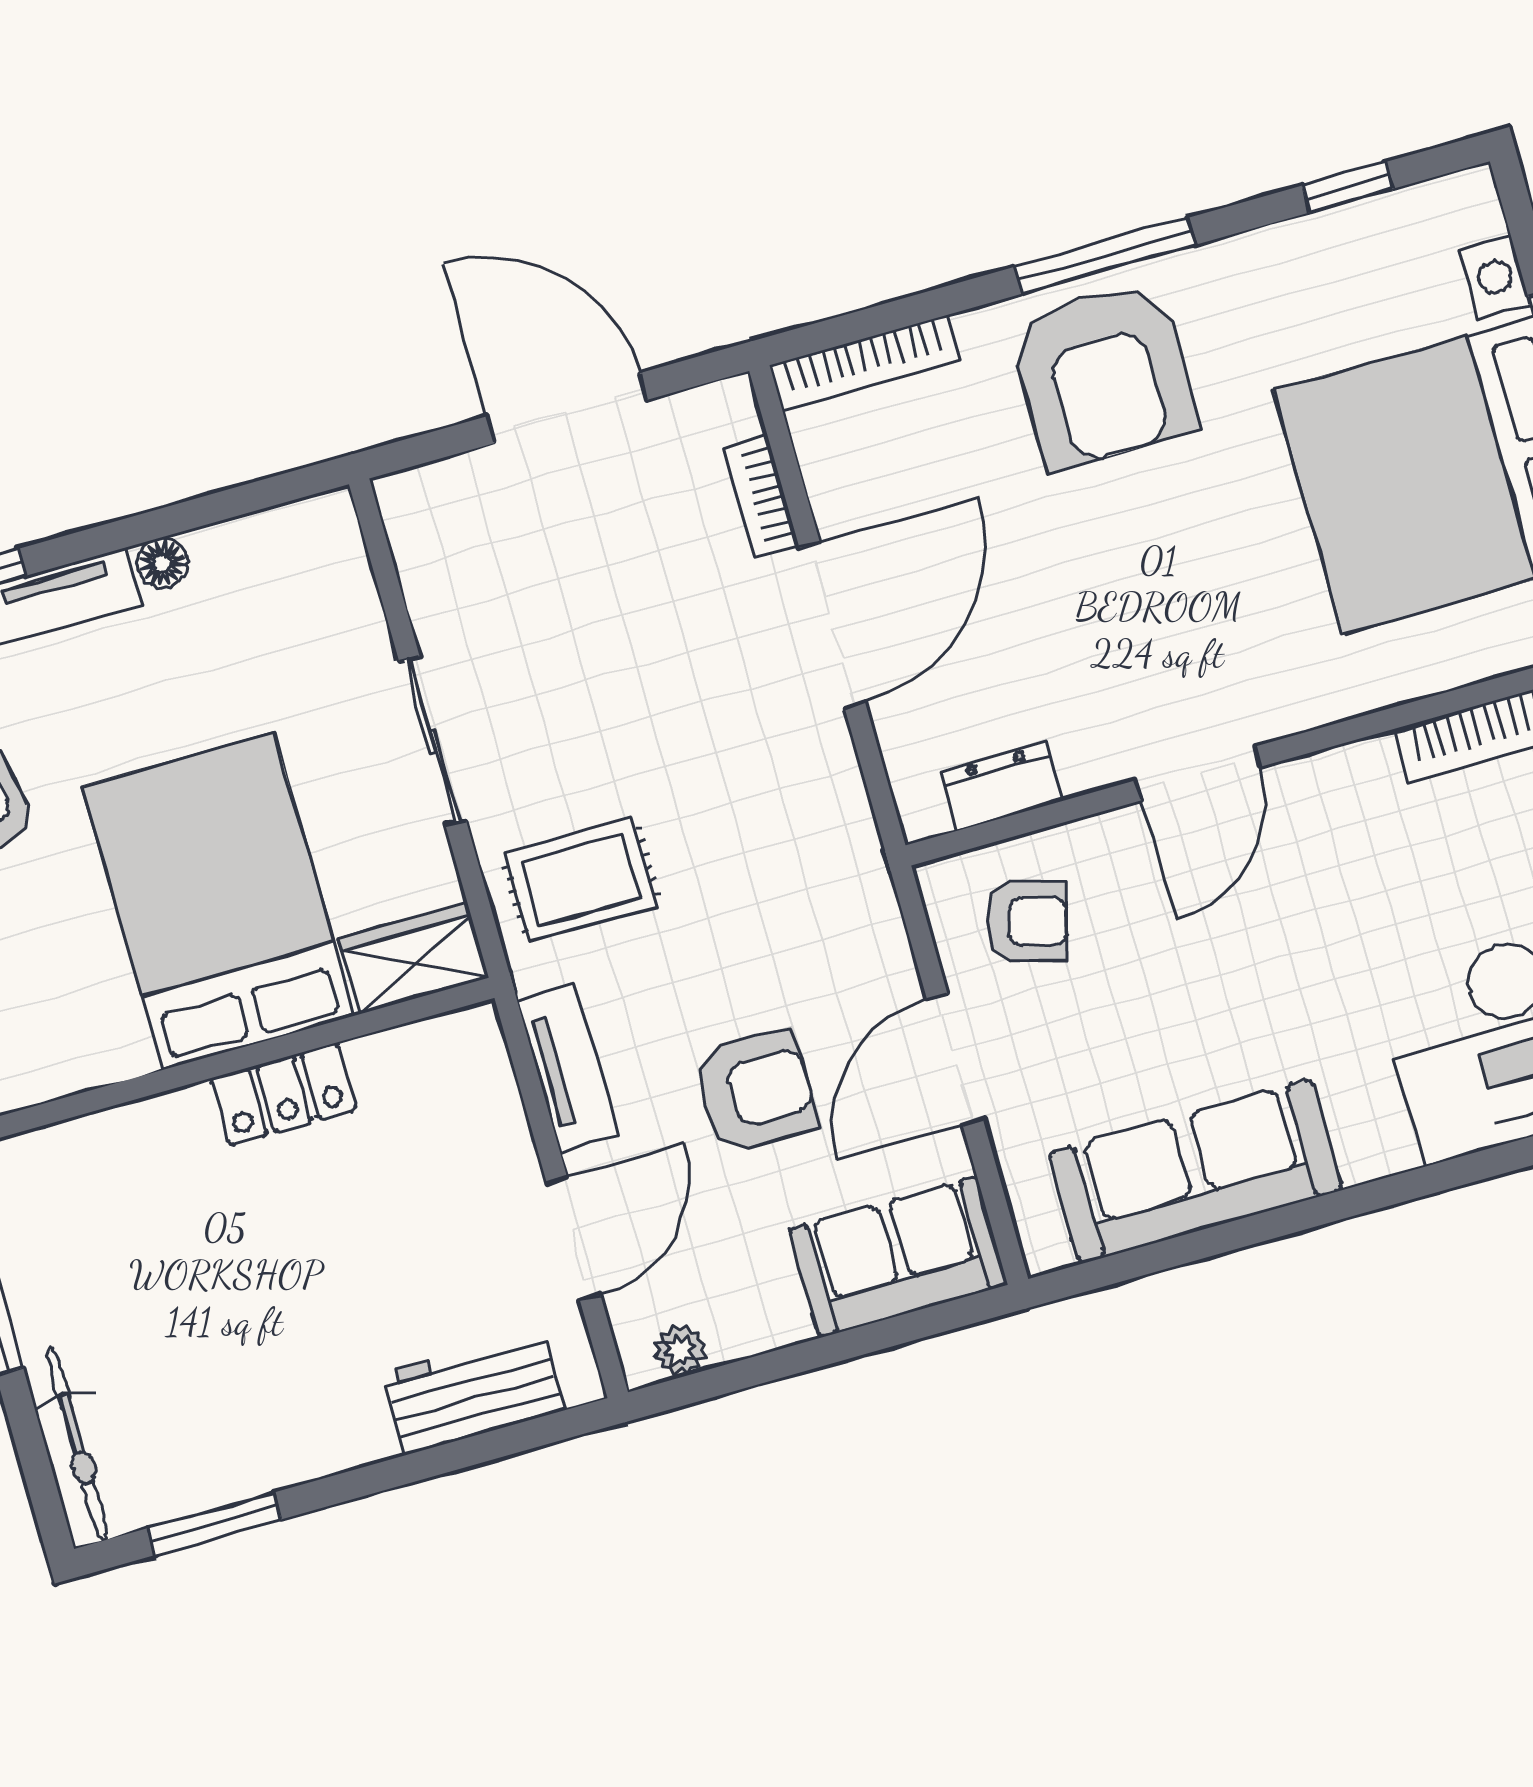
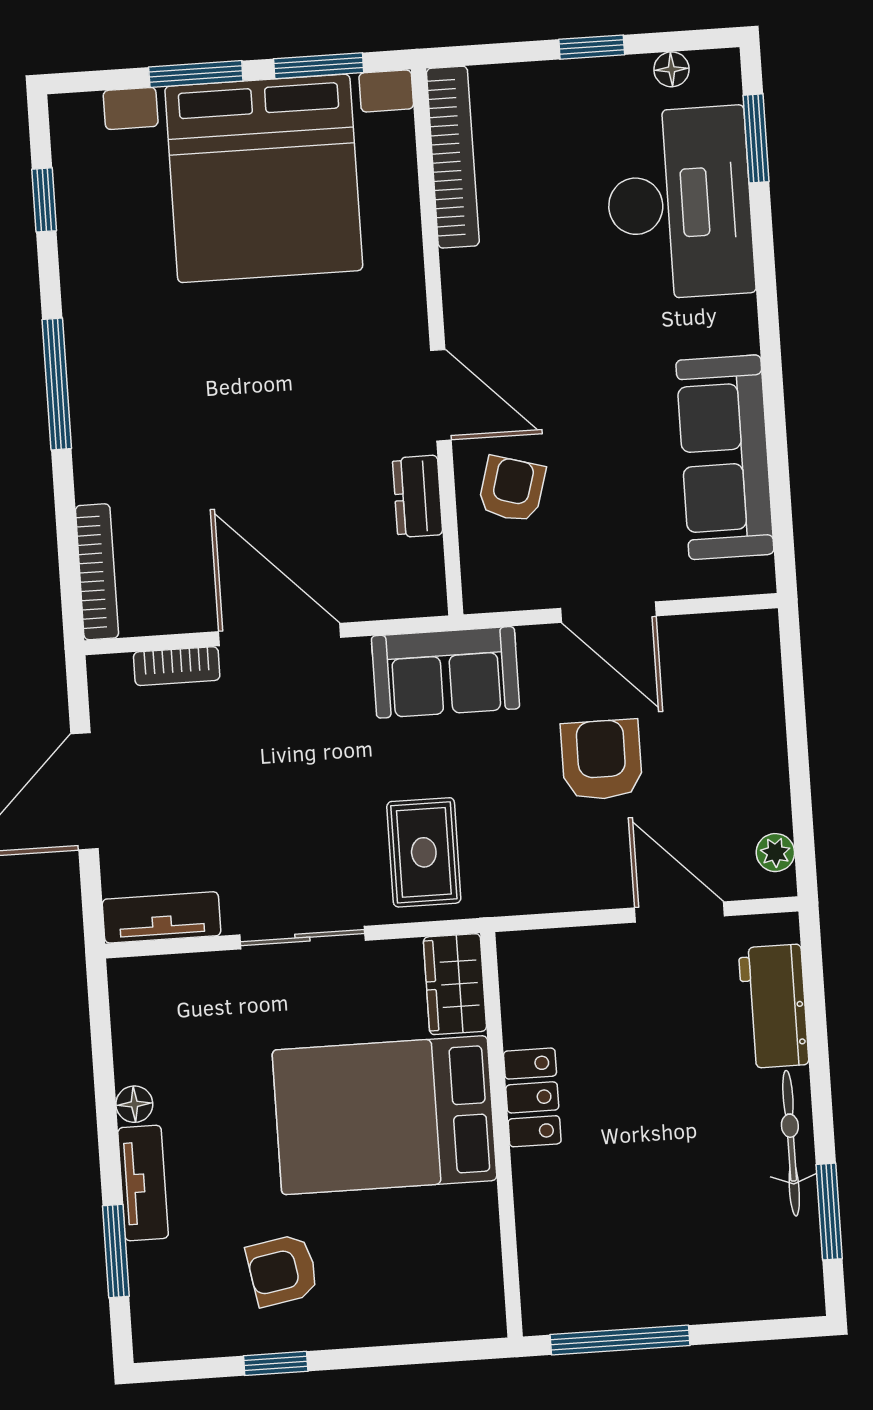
armchair: (1103, 374) -> (141, 403), removed
dresser: (1002, 786) -> (418, 496), moved
armchair: (1026, 921) -> (512, 489), moved
tv unit: (567, 1068) -> (161, 917), moved
sofa: (898, 1257) -> (445, 672), moved, turned -90
bicycle: (77, 1444) -> (791, 1143), moved, turned -90

